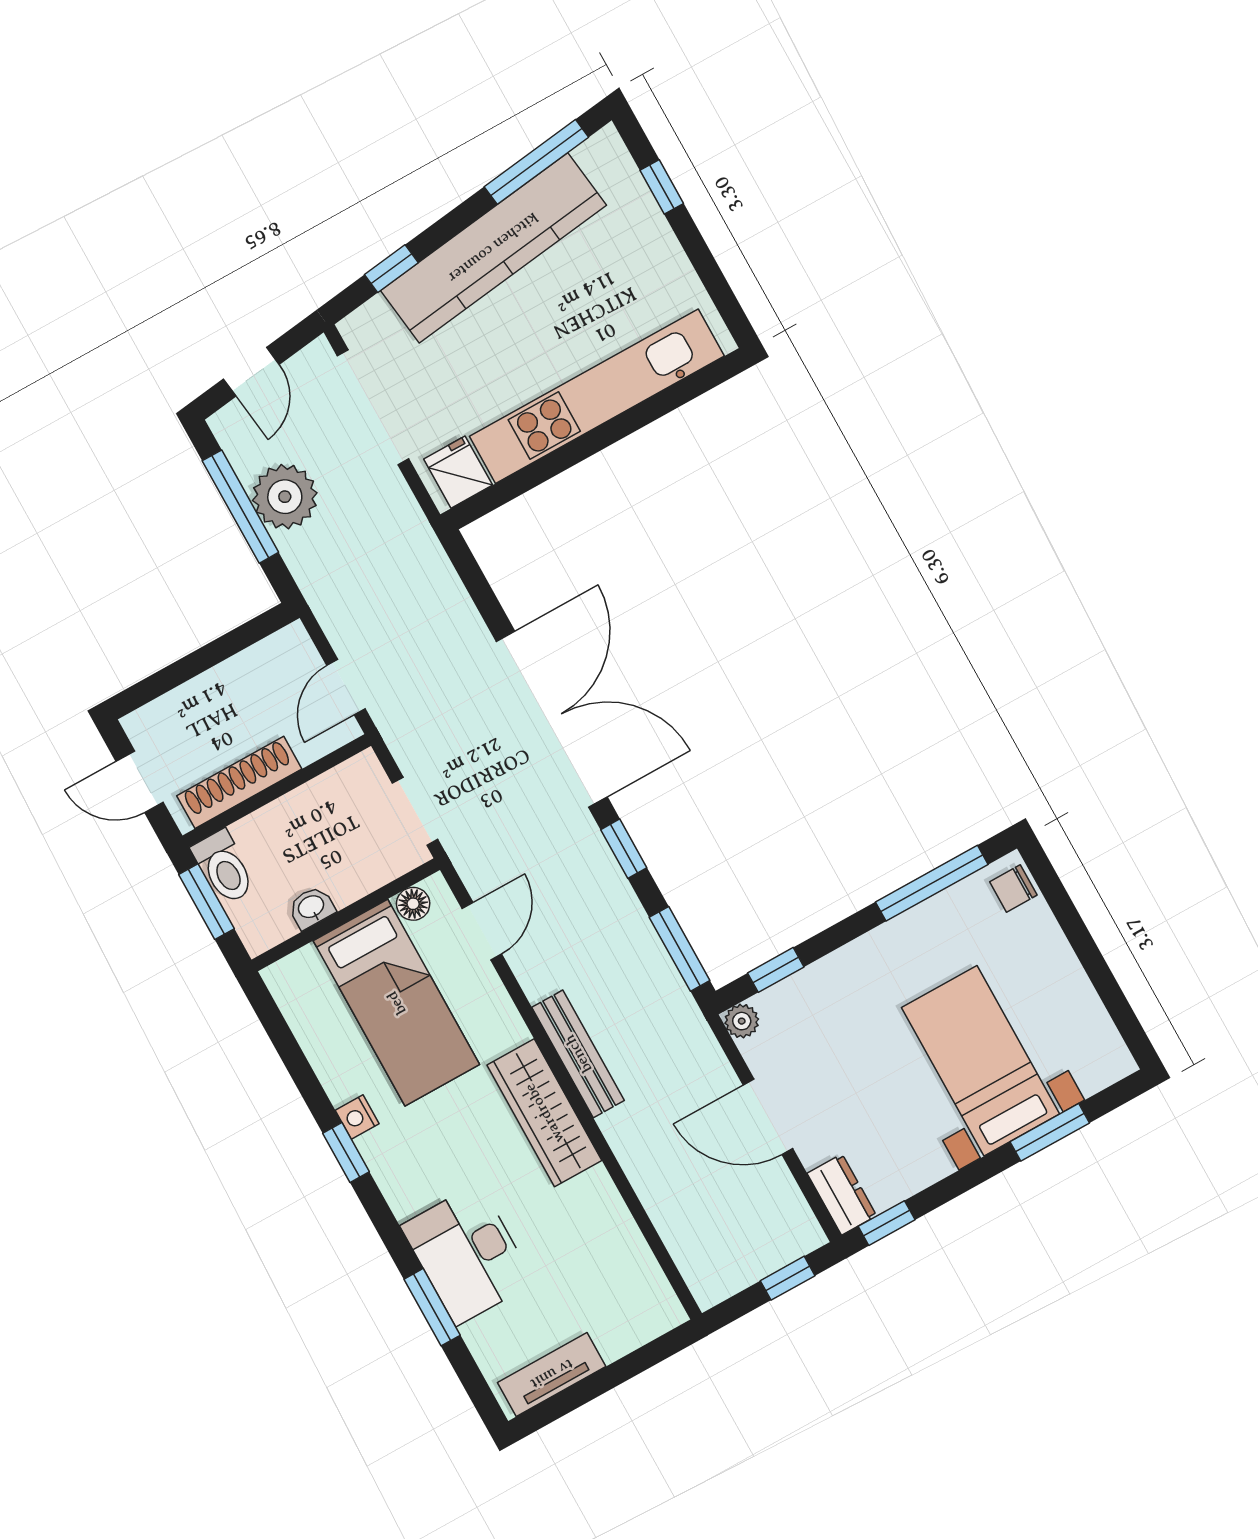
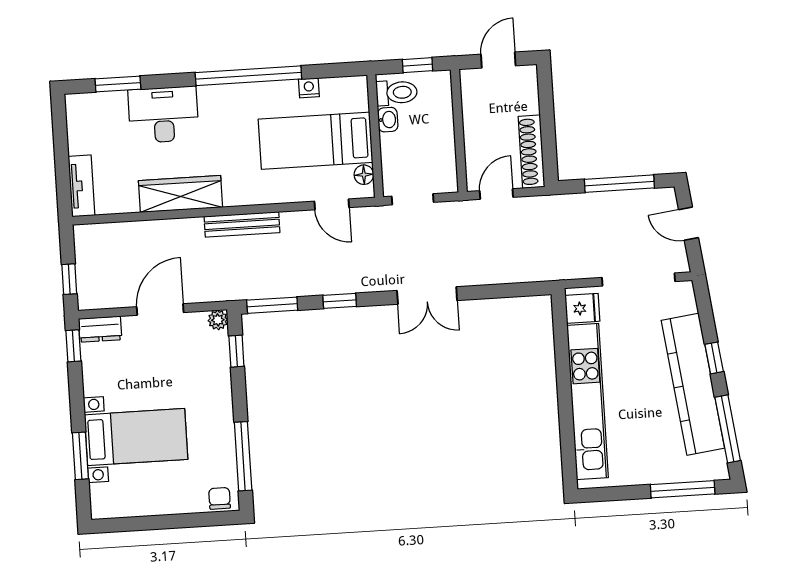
window: (662, 187) -> (683, 489), width x2.17
window: (391, 269) -> (714, 358), moved
plant: (285, 497) -> (613, 210), removed
door: (346, 687) -> (496, 194), hinge flipped
double door: (552, 719) -> (427, 295), width x0.54
shoe rack: (239, 782) -> (532, 152), moved, turned 180
toilet: (224, 867) -> (397, 93), moved, turned 180
window: (206, 902) -> (417, 65), width x0.67
wardrobe: (544, 1113) -> (181, 194), moved
nightstand: (357, 1117) -> (309, 88), moved
window: (346, 1153) -> (248, 76), width x3.17
window: (432, 1307) -> (118, 84), moved
tv unit: (552, 1374) -> (82, 186), moved

